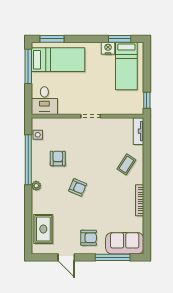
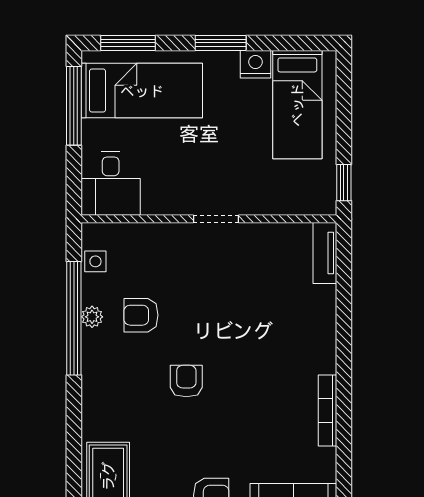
window: (120, 39) -> (221, 43), moved
armchair: (58, 158) -> (141, 315), turned -90
coffee table: (126, 164) -> (297, 329), removed
plant: (36, 186) -> (92, 317), moved
armchair: (78, 187) -> (186, 381), turned -113

